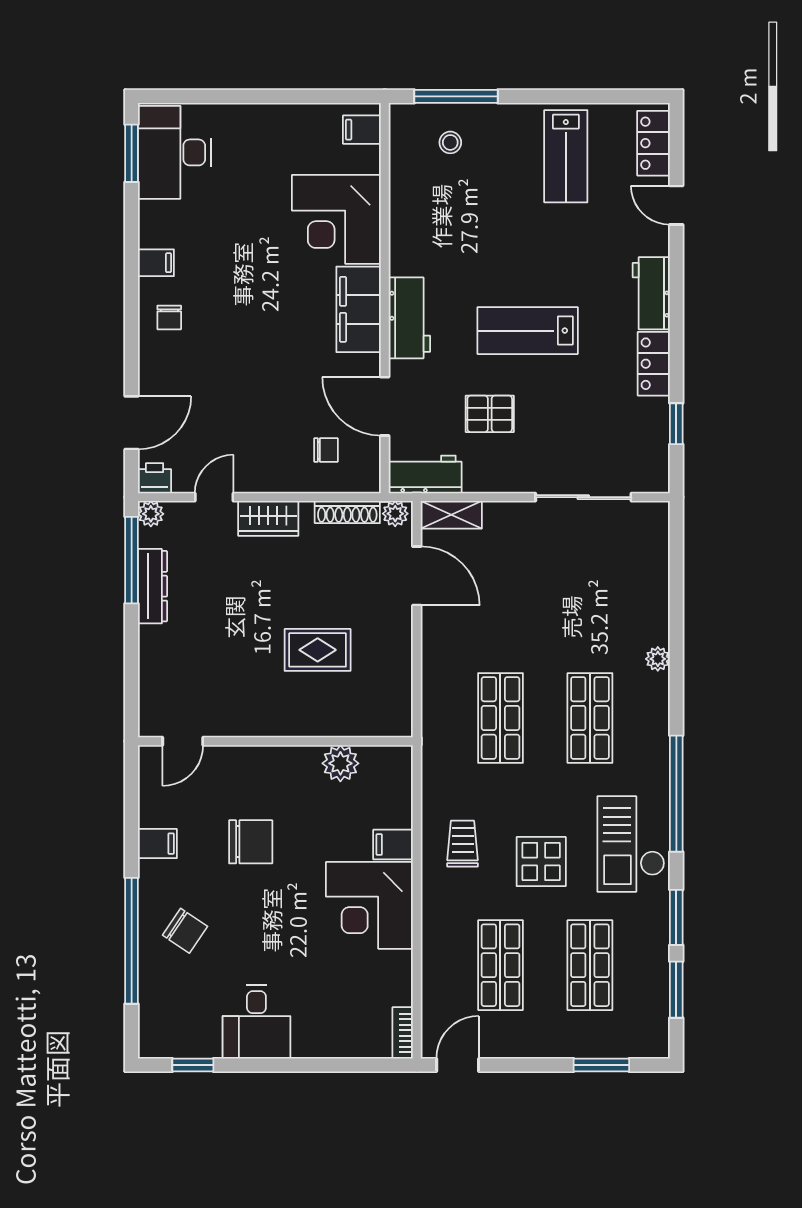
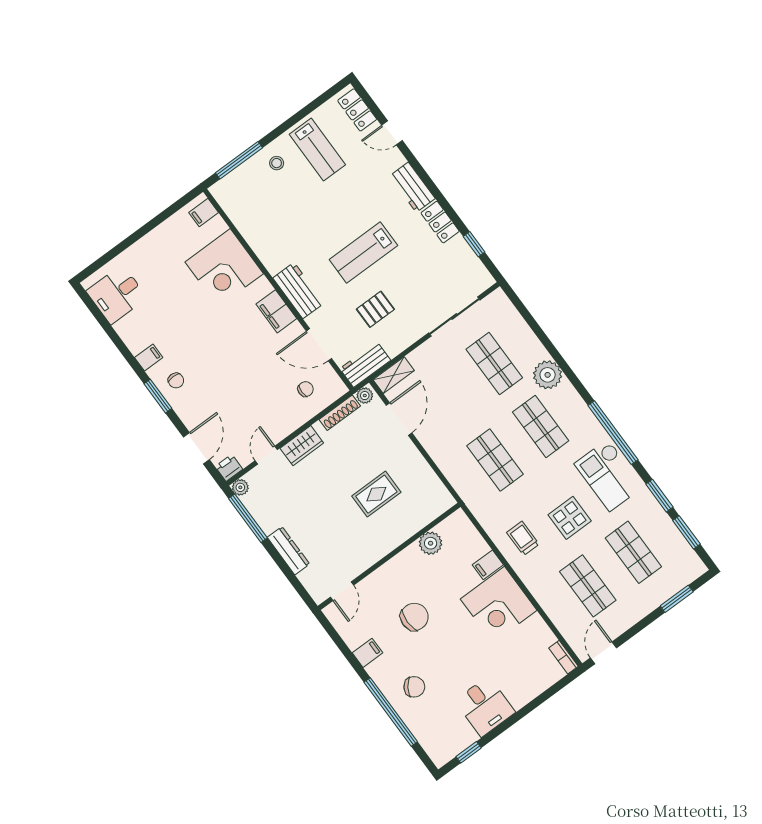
stool: (450, 142) -> (277, 163), moved
desk: (174, 152) -> (117, 294), width x0.73
window: (132, 153) -> (158, 396), moved
filing cabinet: (359, 309) -> (276, 311), width x0.67, depth x0.86
door: (417, 576) -> (399, 419), hinge flipped
dresser: (153, 586) -> (288, 551), moved
shop shelf: (590, 594) -> (494, 364), added
plant: (658, 659) -> (548, 375), width x1.87, depth x1.87

